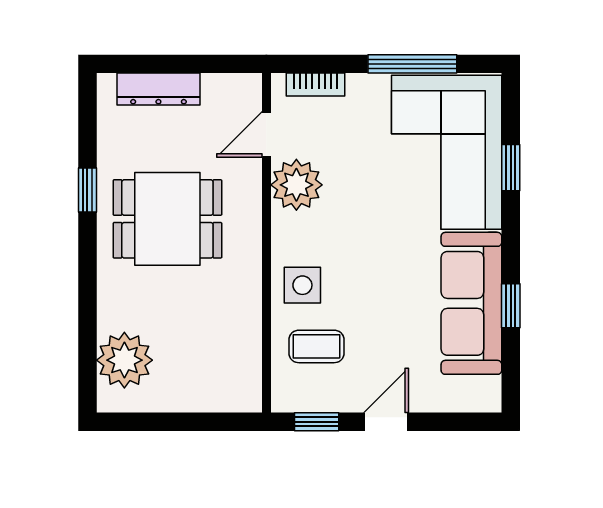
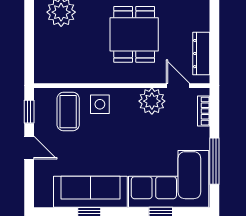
dresser: (158, 89) -> (201, 54), moved
coffee table: (316, 346) -> (68, 112), width x1.36, depth x1.30

